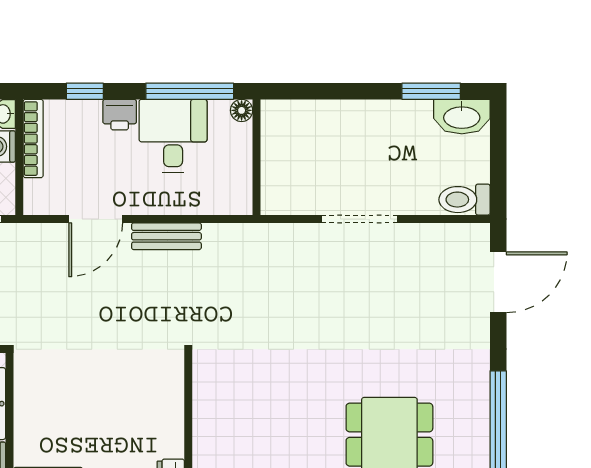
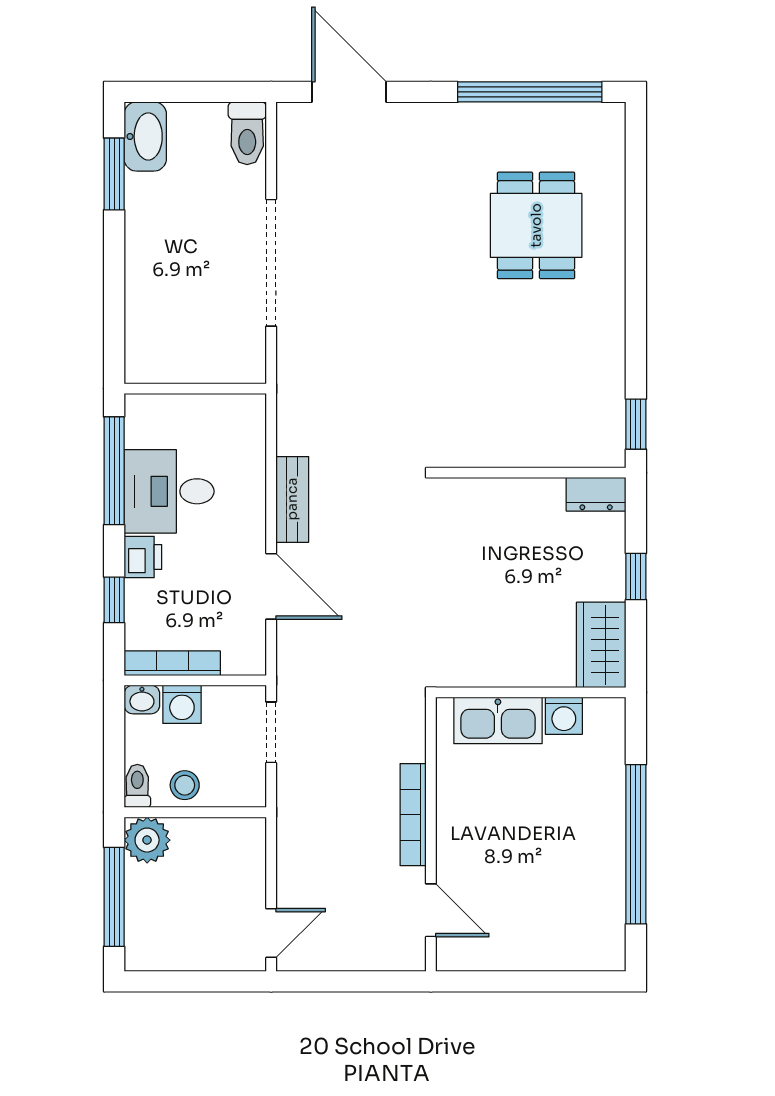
floor lamp: (242, 110) -> (138, 407), removed
doorway: (359, 219) -> (271, 263), width x1.36

